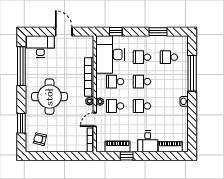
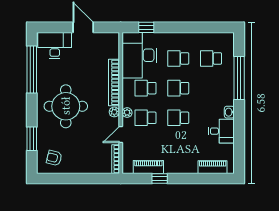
window: (158, 32) -> (198, 27), removed
desk: (148, 141) -> (221, 131), moved, turned -90

